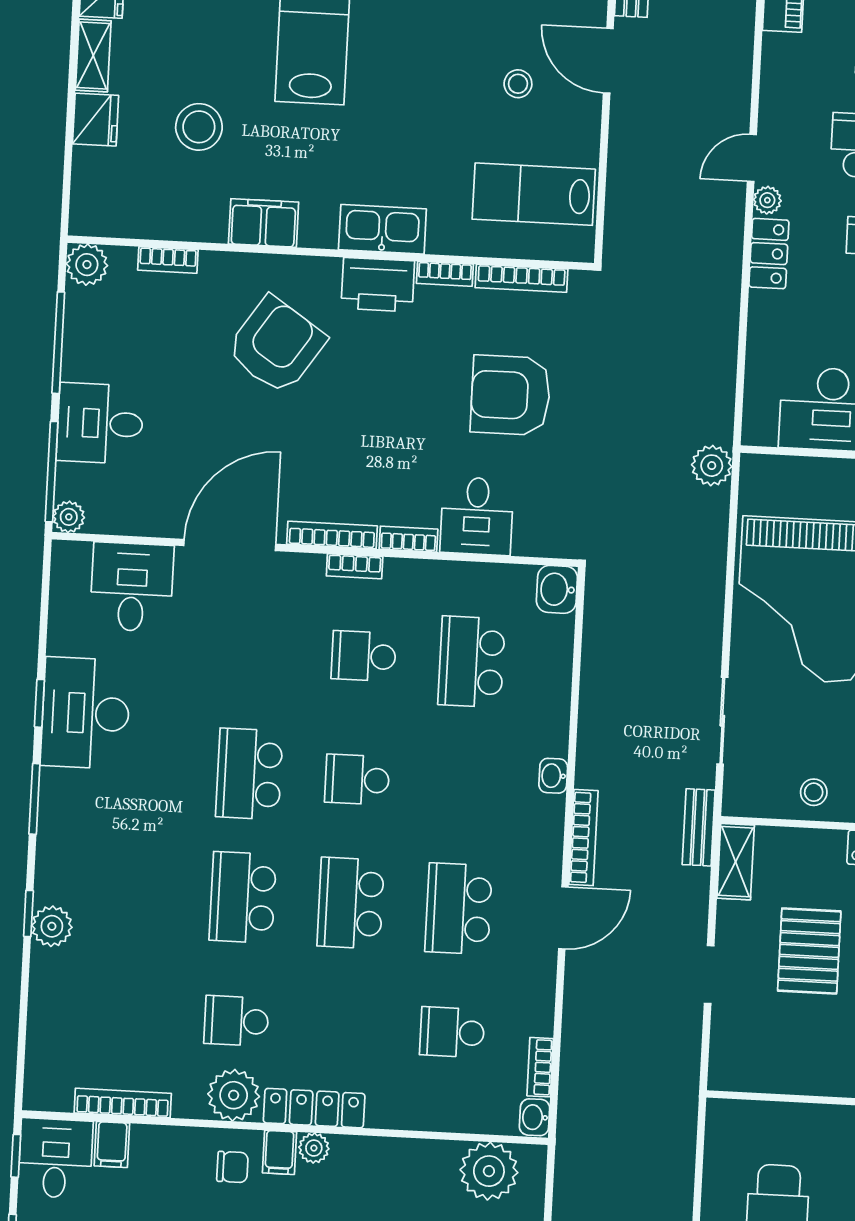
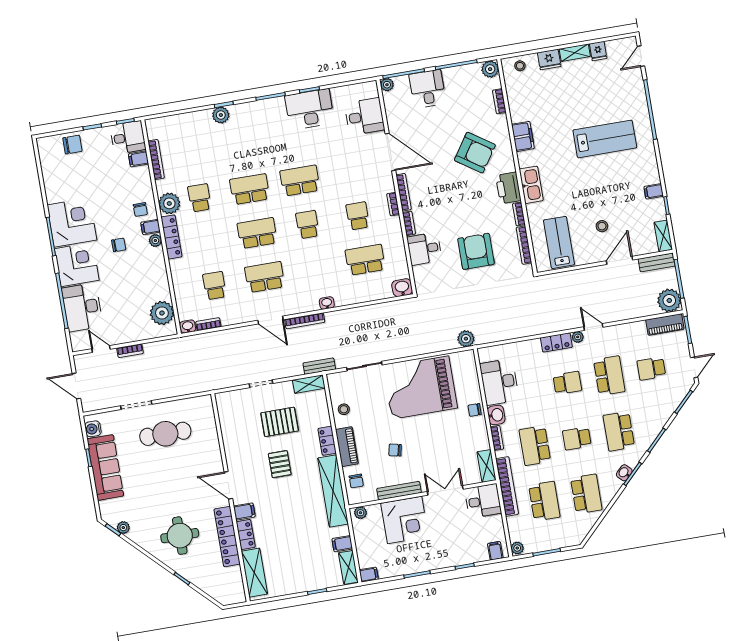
stool: (199, 127) -> (520, 66), moved, width x0.53, depth x0.53

